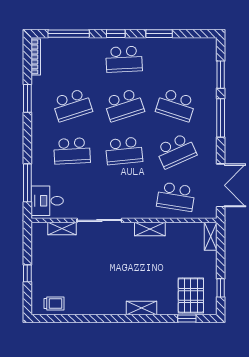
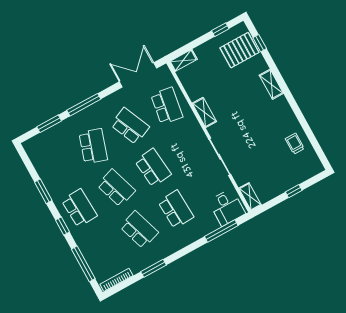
shelving: (62, 229) -> (250, 197), moved
trolley: (54, 304) -> (295, 144), moved

